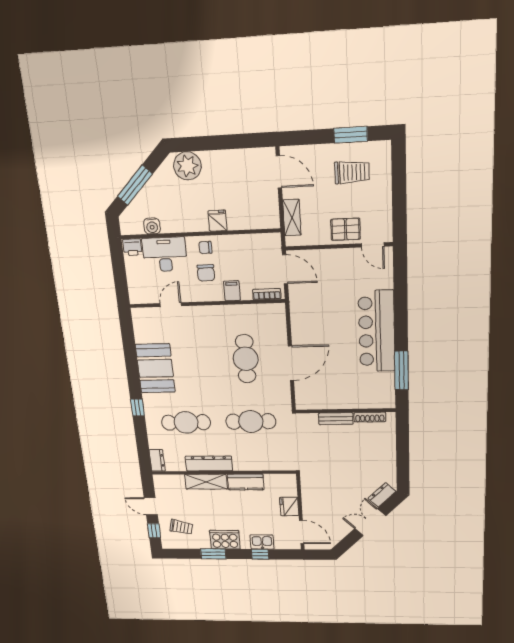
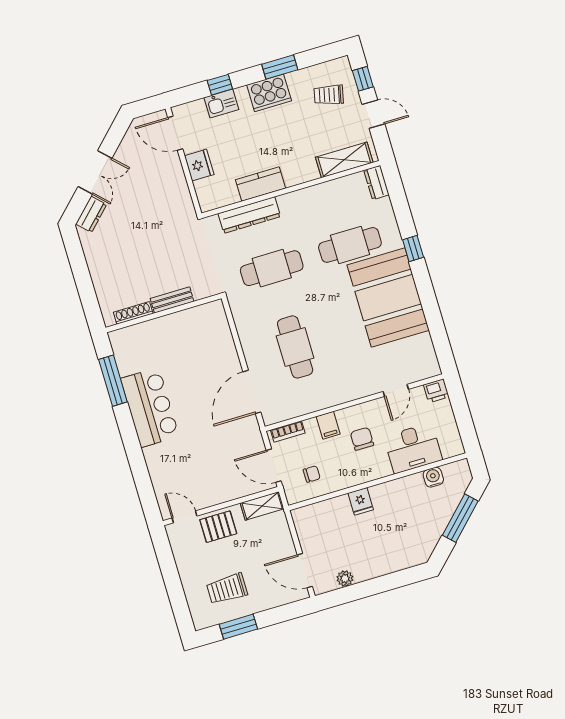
plant: (187, 166) -> (345, 579), moved, width x0.53, depth x0.53
shelving: (292, 218) -> (262, 506), moved, turned 90
printer: (132, 247) -> (436, 391), moved, turned 180
chair: (205, 248) -> (312, 474), moved
bar counter: (377, 331) -> (150, 407), width x0.73
door: (291, 363) -> (252, 392), moved
booth: (155, 368) -> (388, 298), width x1.36, depth x1.42
dresser: (209, 463) -> (249, 215), moved
shelving: (206, 482) -> (344, 160), moved

